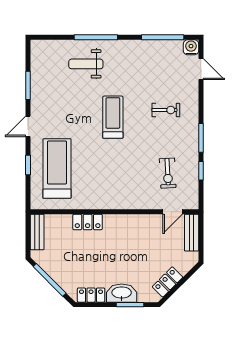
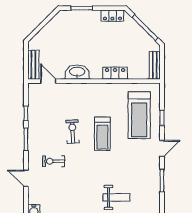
door: (201, 69) -> (26, 178), moved
treadmill: (113, 117) -> (102, 134), moved
exercise bike: (168, 173) -> (73, 132), moved
door: (173, 212) -> (48, 81), hinge flipped
locker: (168, 282) -> (52, 26), removed
washbasin: (122, 293) -> (77, 72), moved, turned 180

